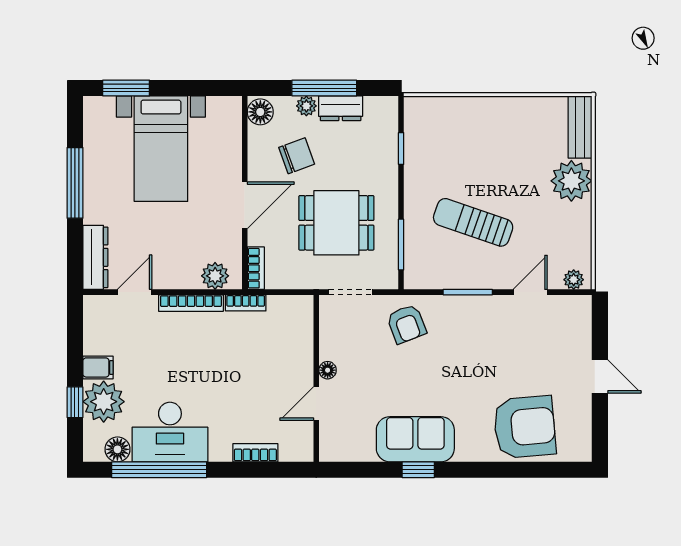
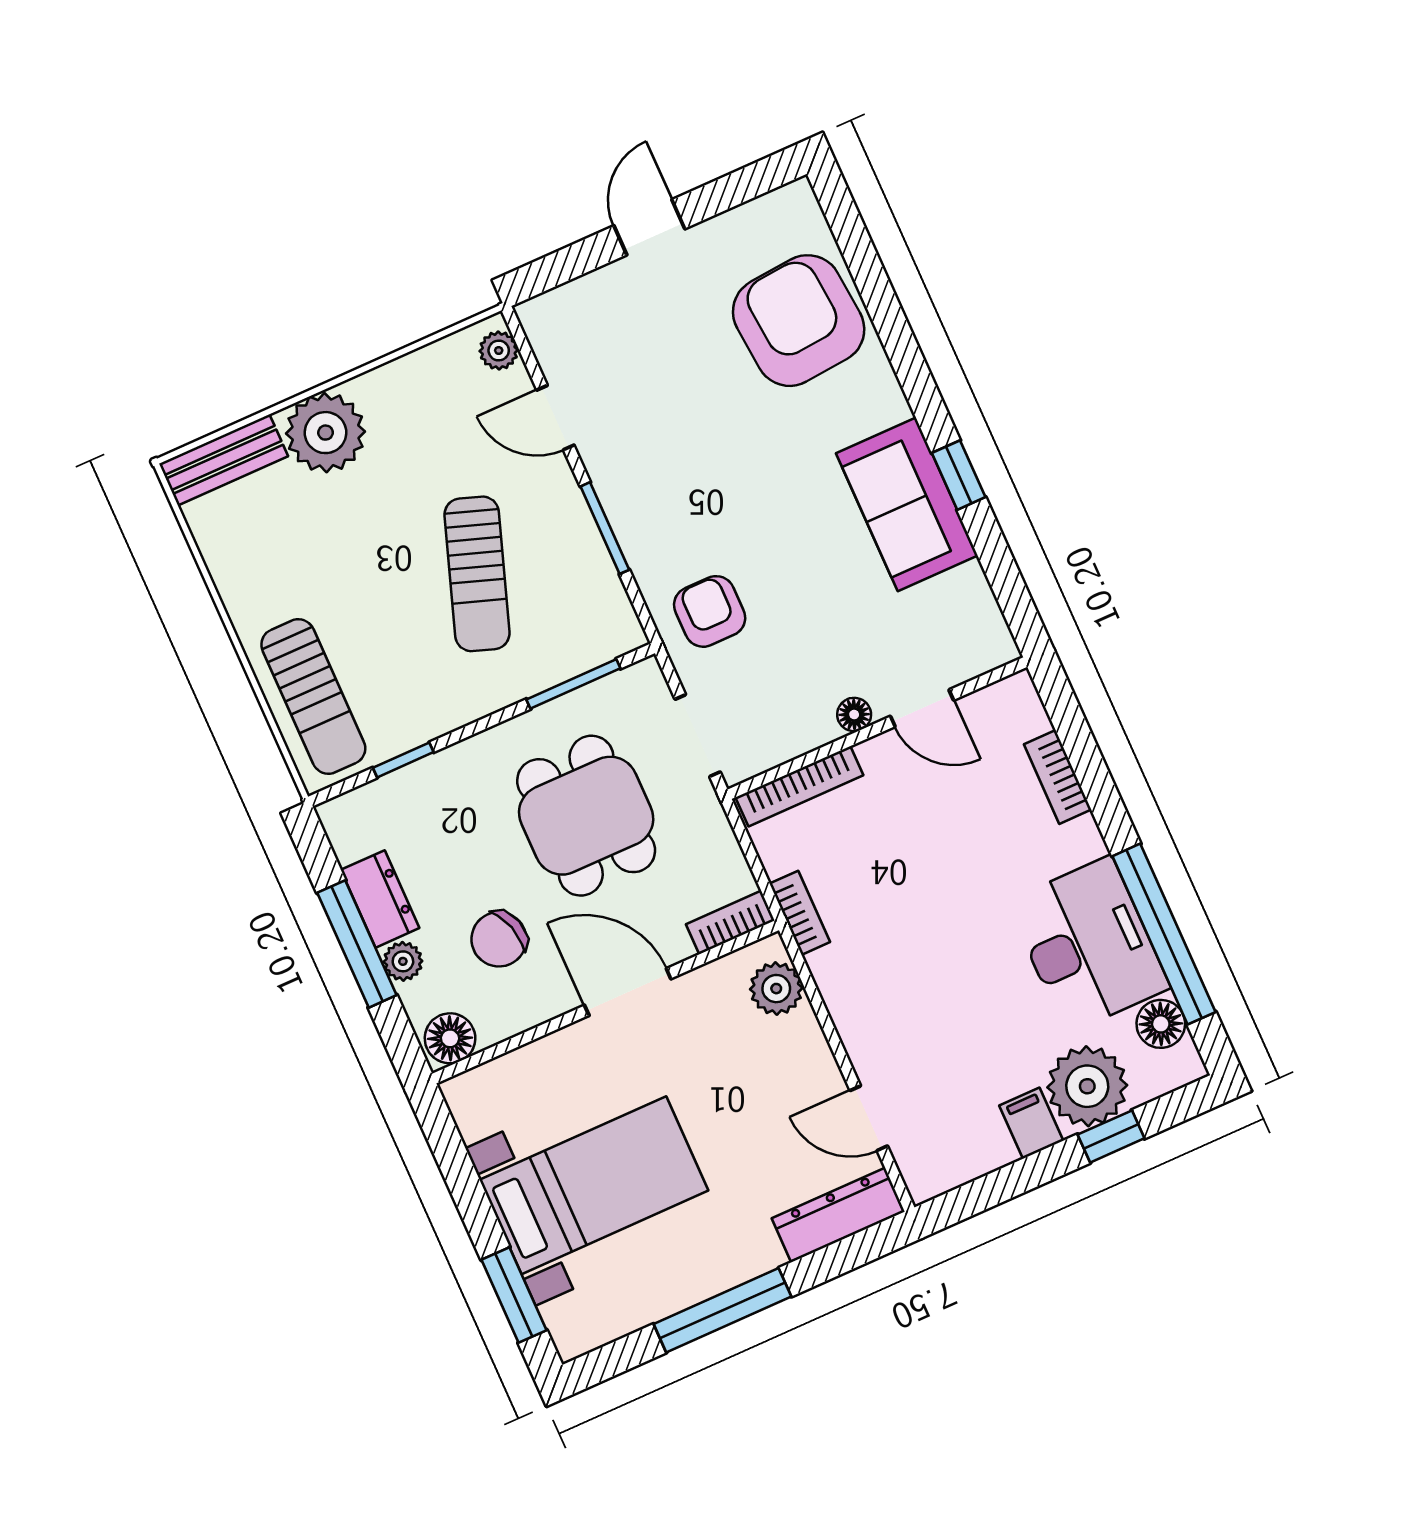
sun lounger: (450, 120) -> (313, 696), added
chair: (297, 156) -> (499, 939), turned -87
bookcase: (191, 303) -> (799, 786), moved, turned 90
armchair: (406, 324) -> (710, 611), turned -69

